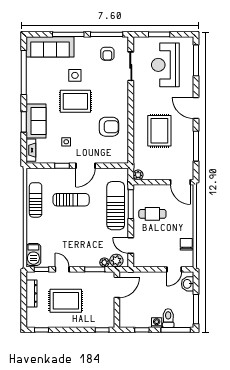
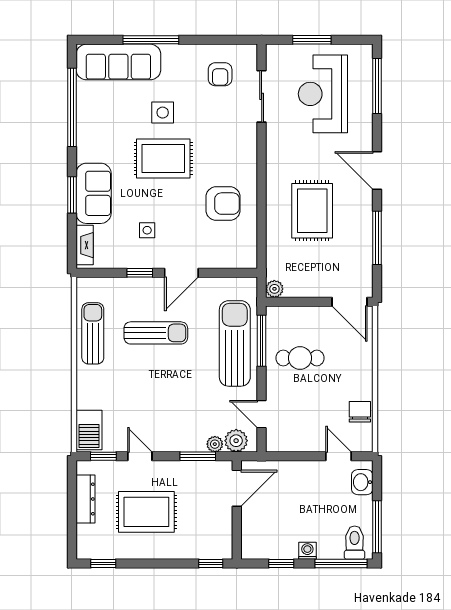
window: (107, 34) -> (219, 40), removed
door: (174, 269) -> (339, 456), swing flipped
toilet: (168, 318) -> (355, 543), moved

